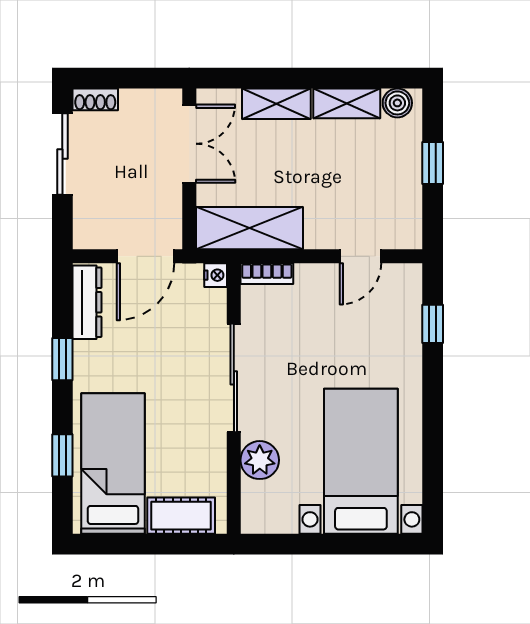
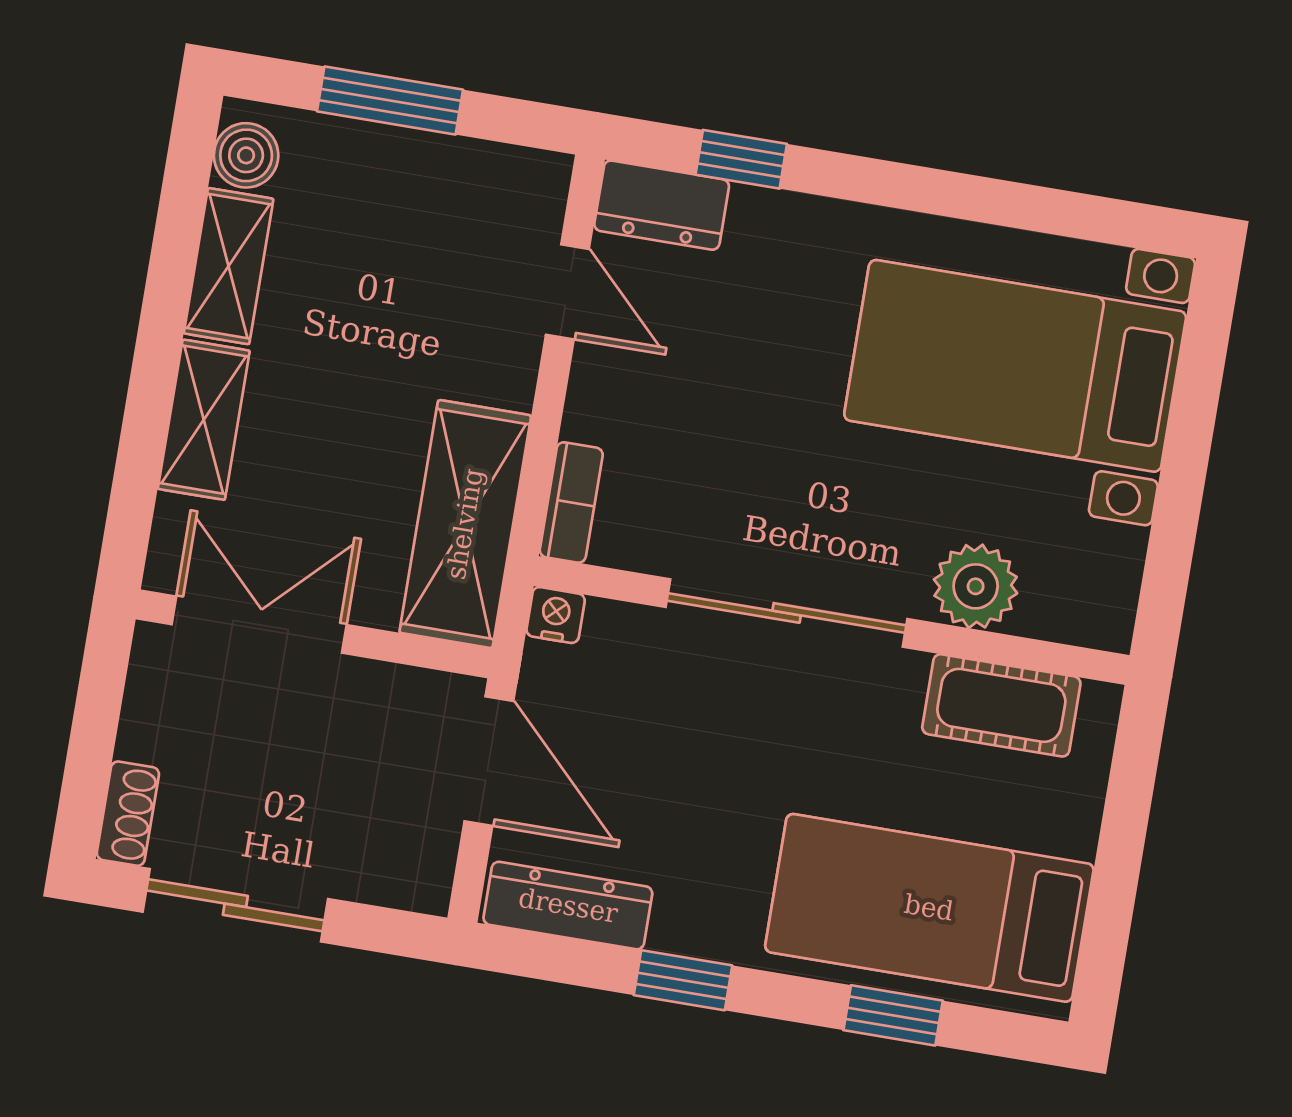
window: (433, 163) -> (390, 100), width x1.50
dresser: (406, 292) -> (662, 205), added
cot: (181, 516) -> (1001, 705), moved, turned 90

